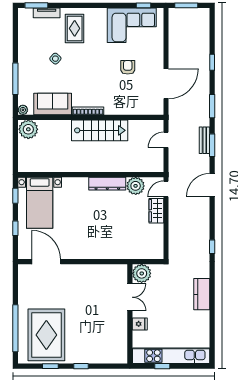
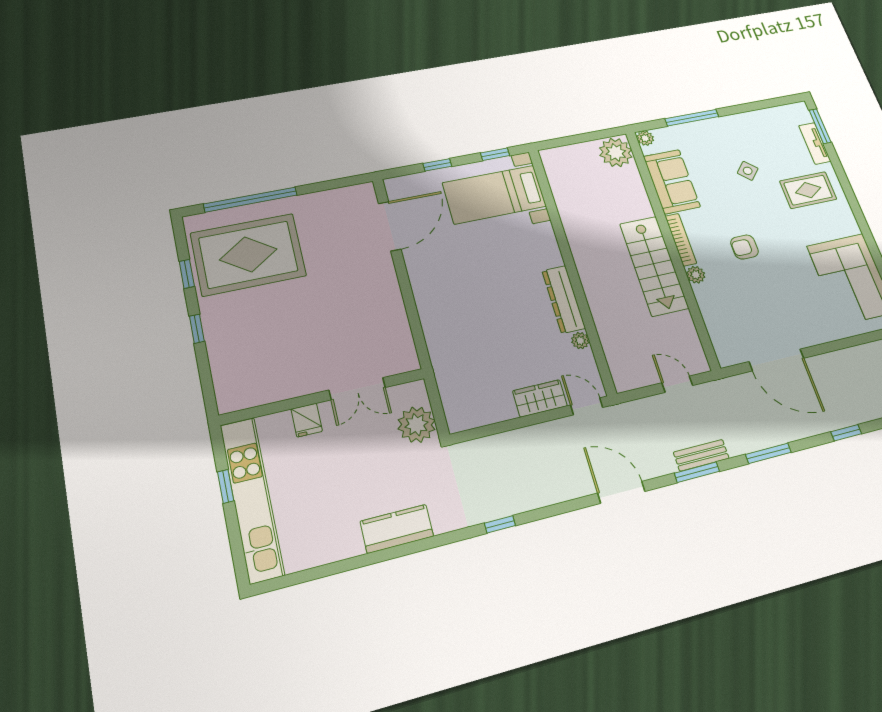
armchair: (128, 67) -> (744, 247), moved, turned 180
plant: (110, 110) -> (696, 275), added
plant: (136, 186) -> (580, 341), width x0.53, depth x0.53
plant: (142, 273) -> (416, 425), moved

